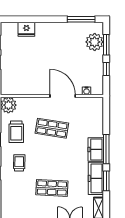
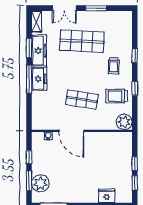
trolley: (16, 132) -> (117, 96), turned -90
shop shelf: (52, 188) -> (82, 41), width x1.43, depth x1.36

